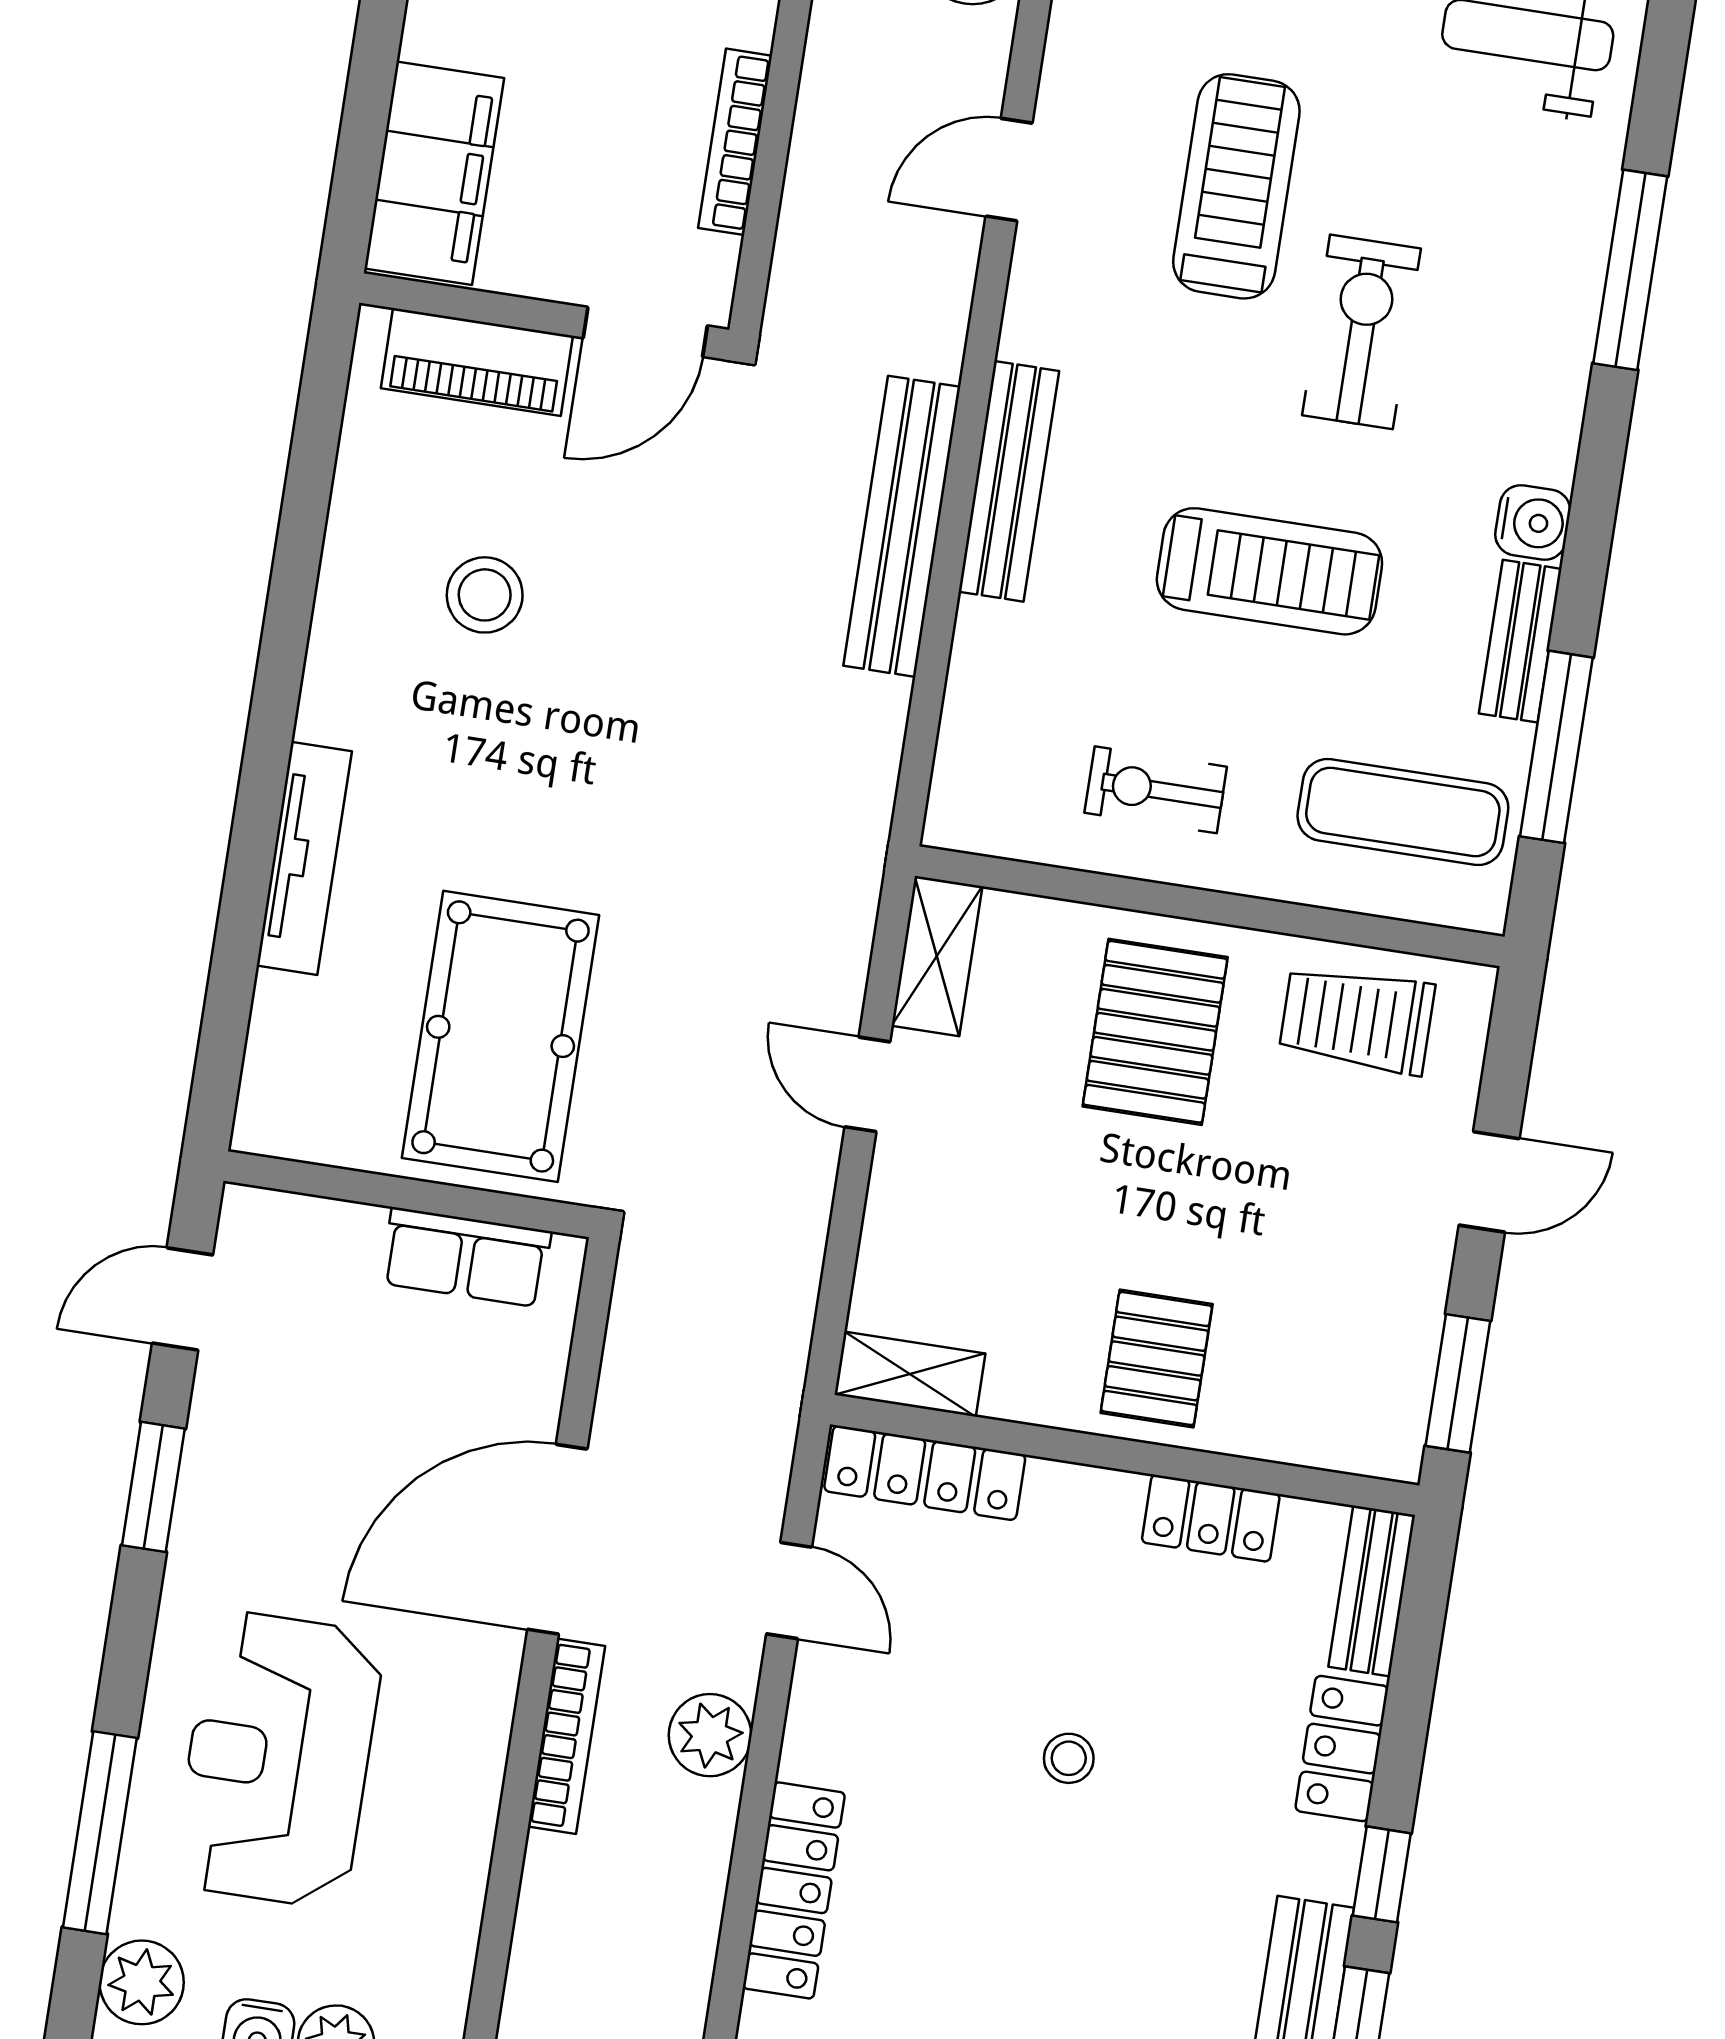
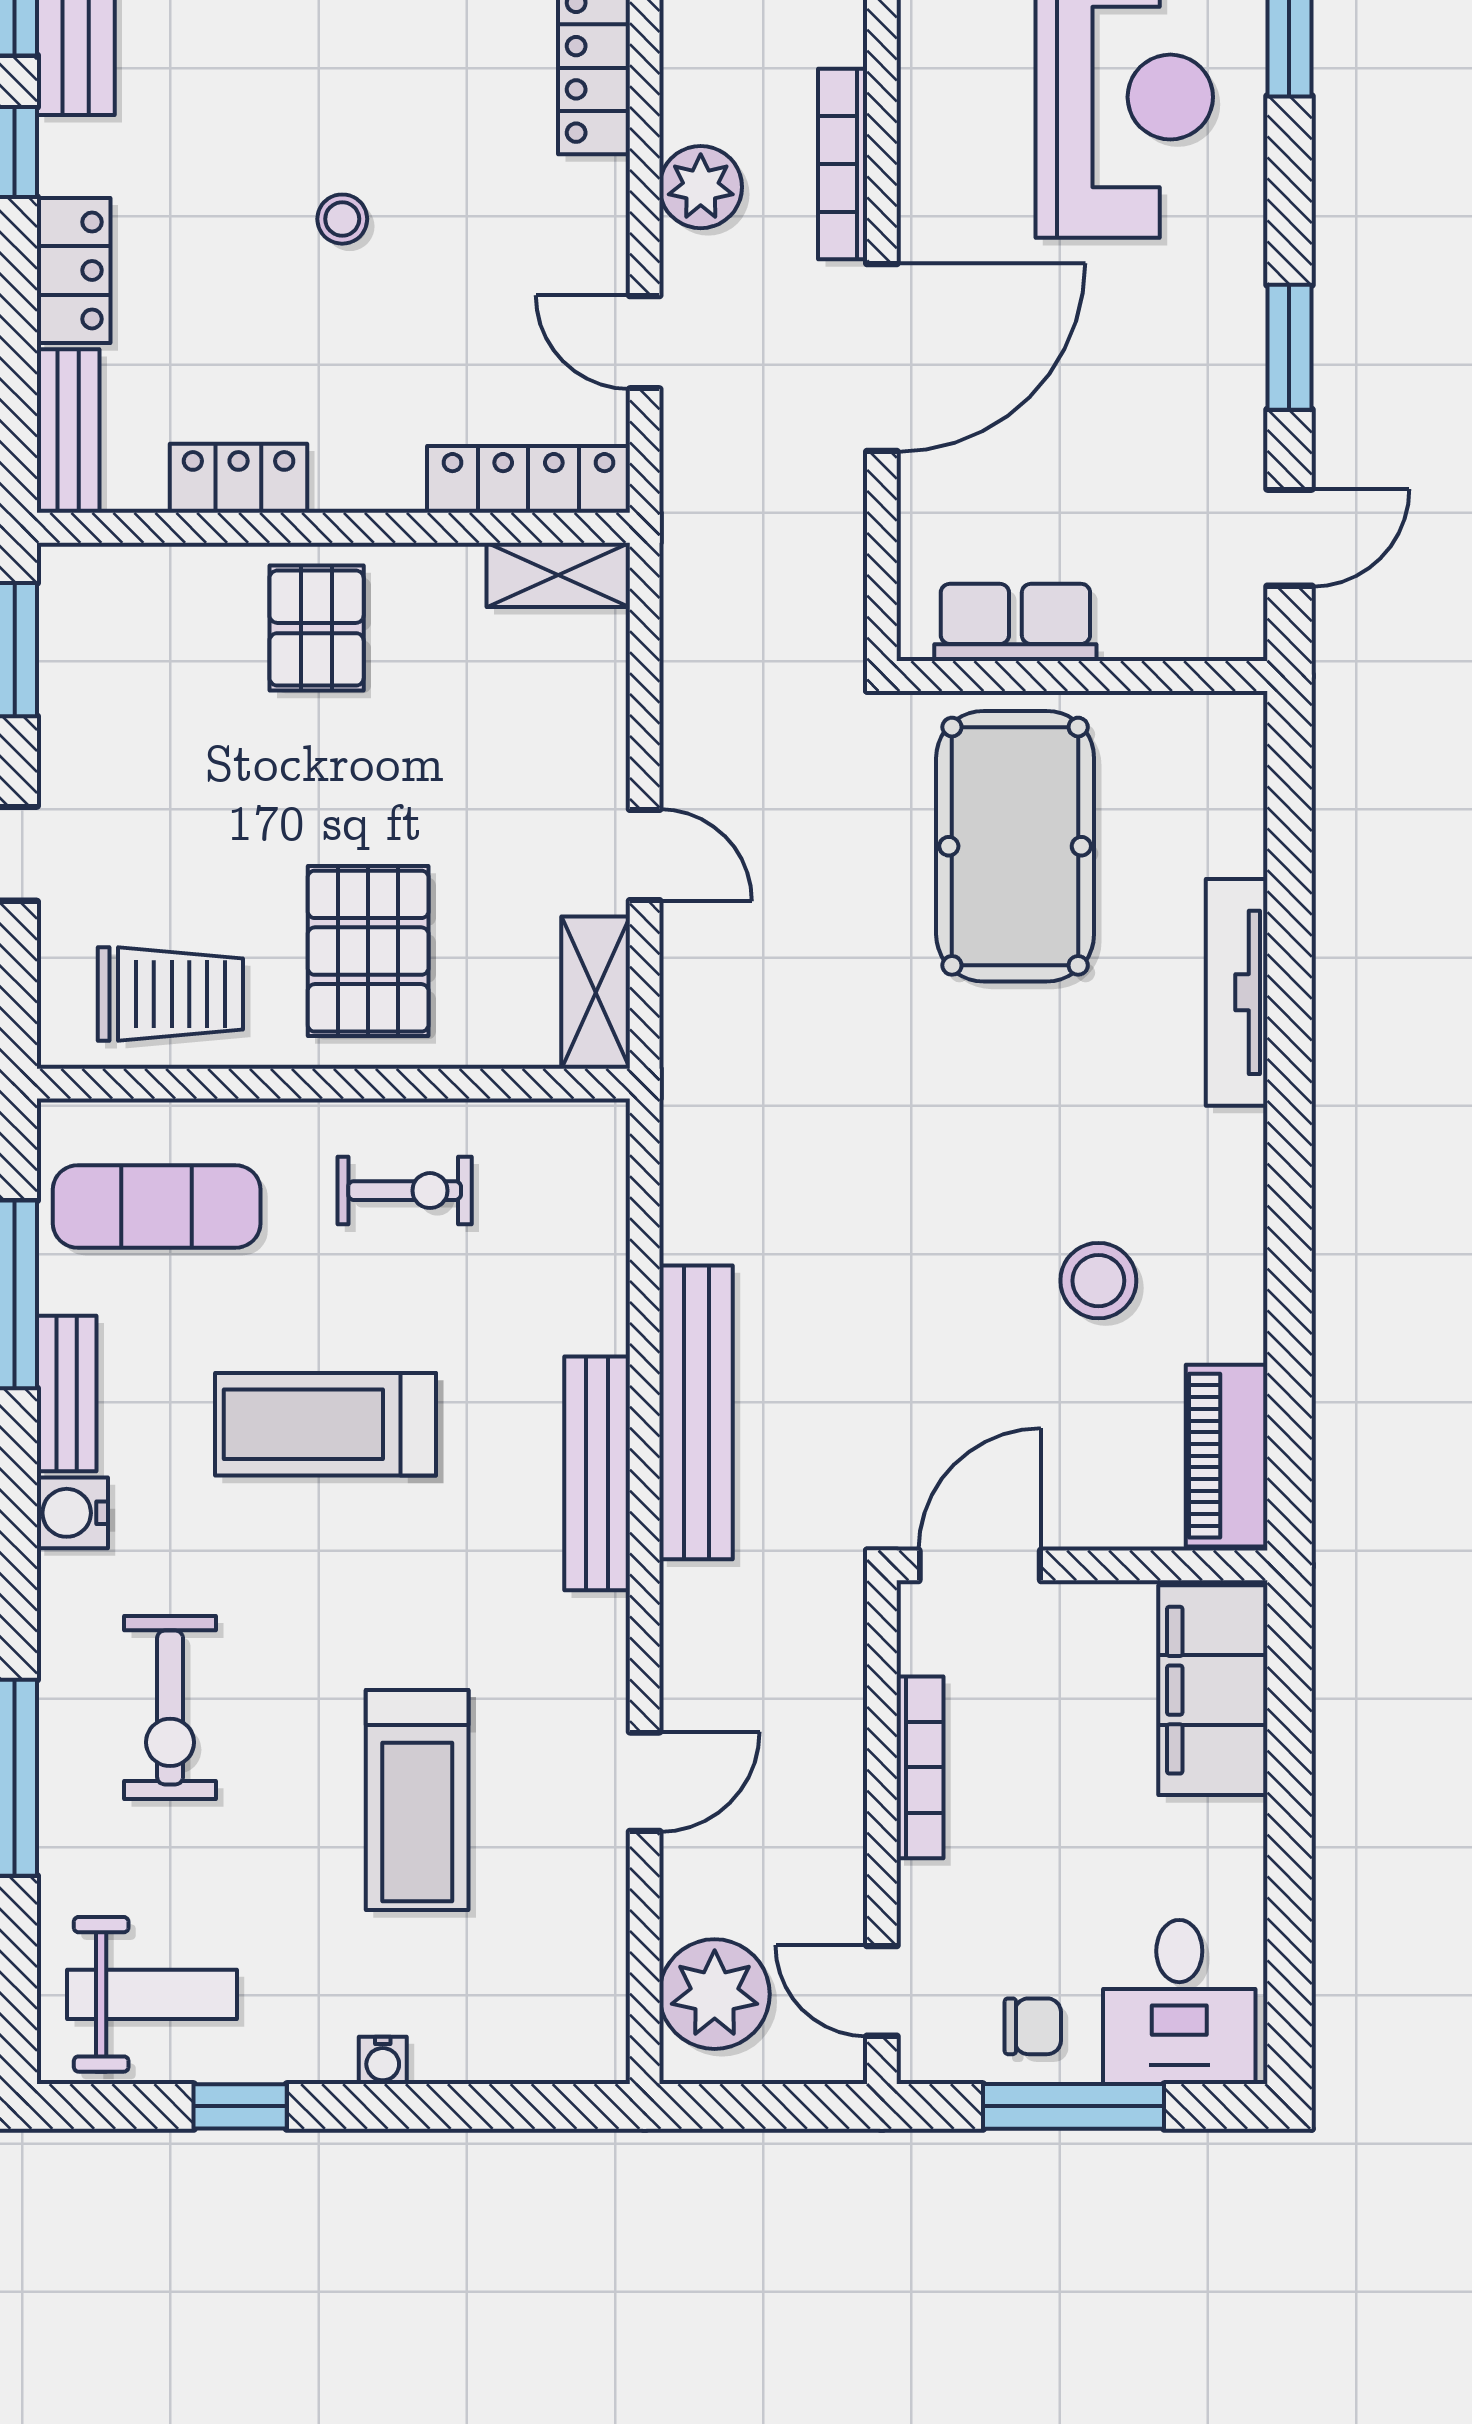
exercise bike: (1361, 332) -> (170, 1708), moved
piano: (477, 362) -> (1227, 1456), moved, turned -90

